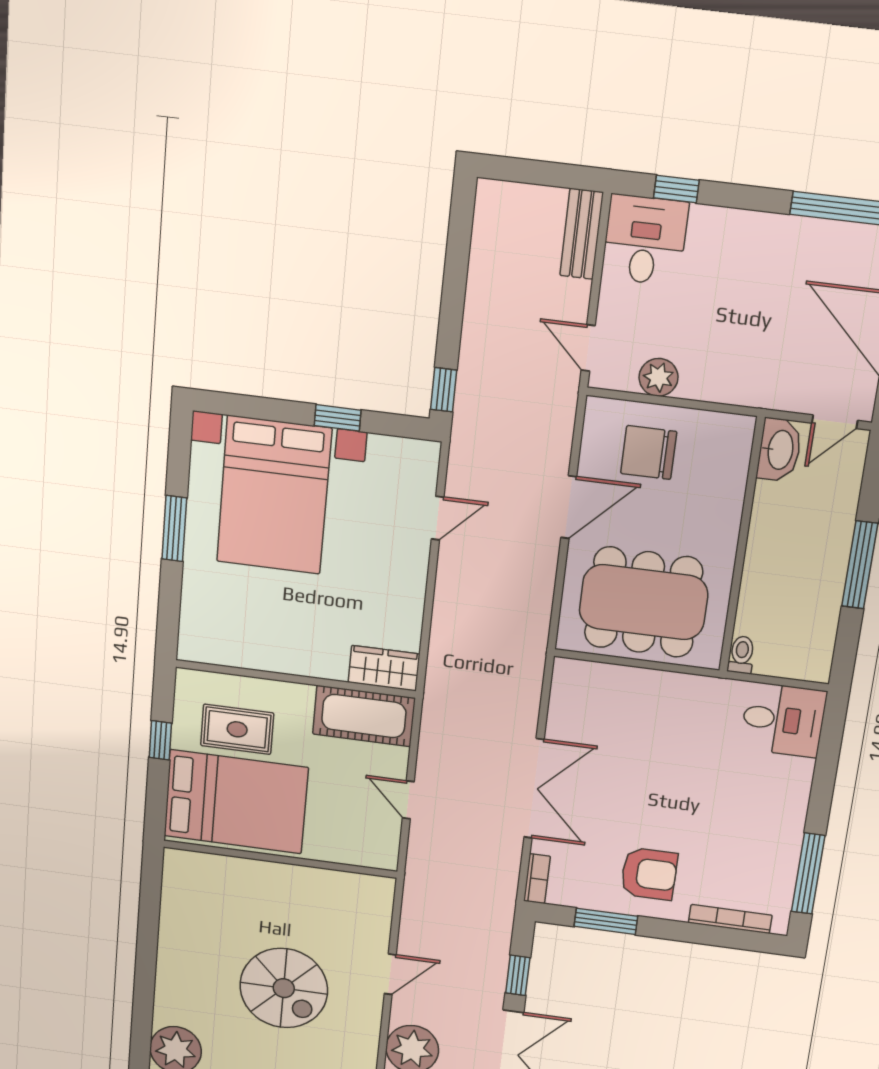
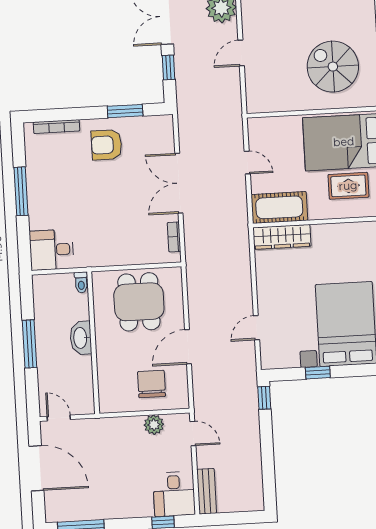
door: (835, 422) -> (59, 418), hinge flipped
washbasin: (779, 450) -> (81, 338), moved
chair: (649, 453) -> (151, 384), turned -90
dining table: (643, 602) -> (139, 302), width x0.73
wardrobe: (384, 668) -> (282, 237), width x1.50
window: (808, 874) -> (21, 191), moved
bookcase: (537, 879) -> (174, 237), moved
spiral stairs: (284, 988) -> (333, 67), moved

